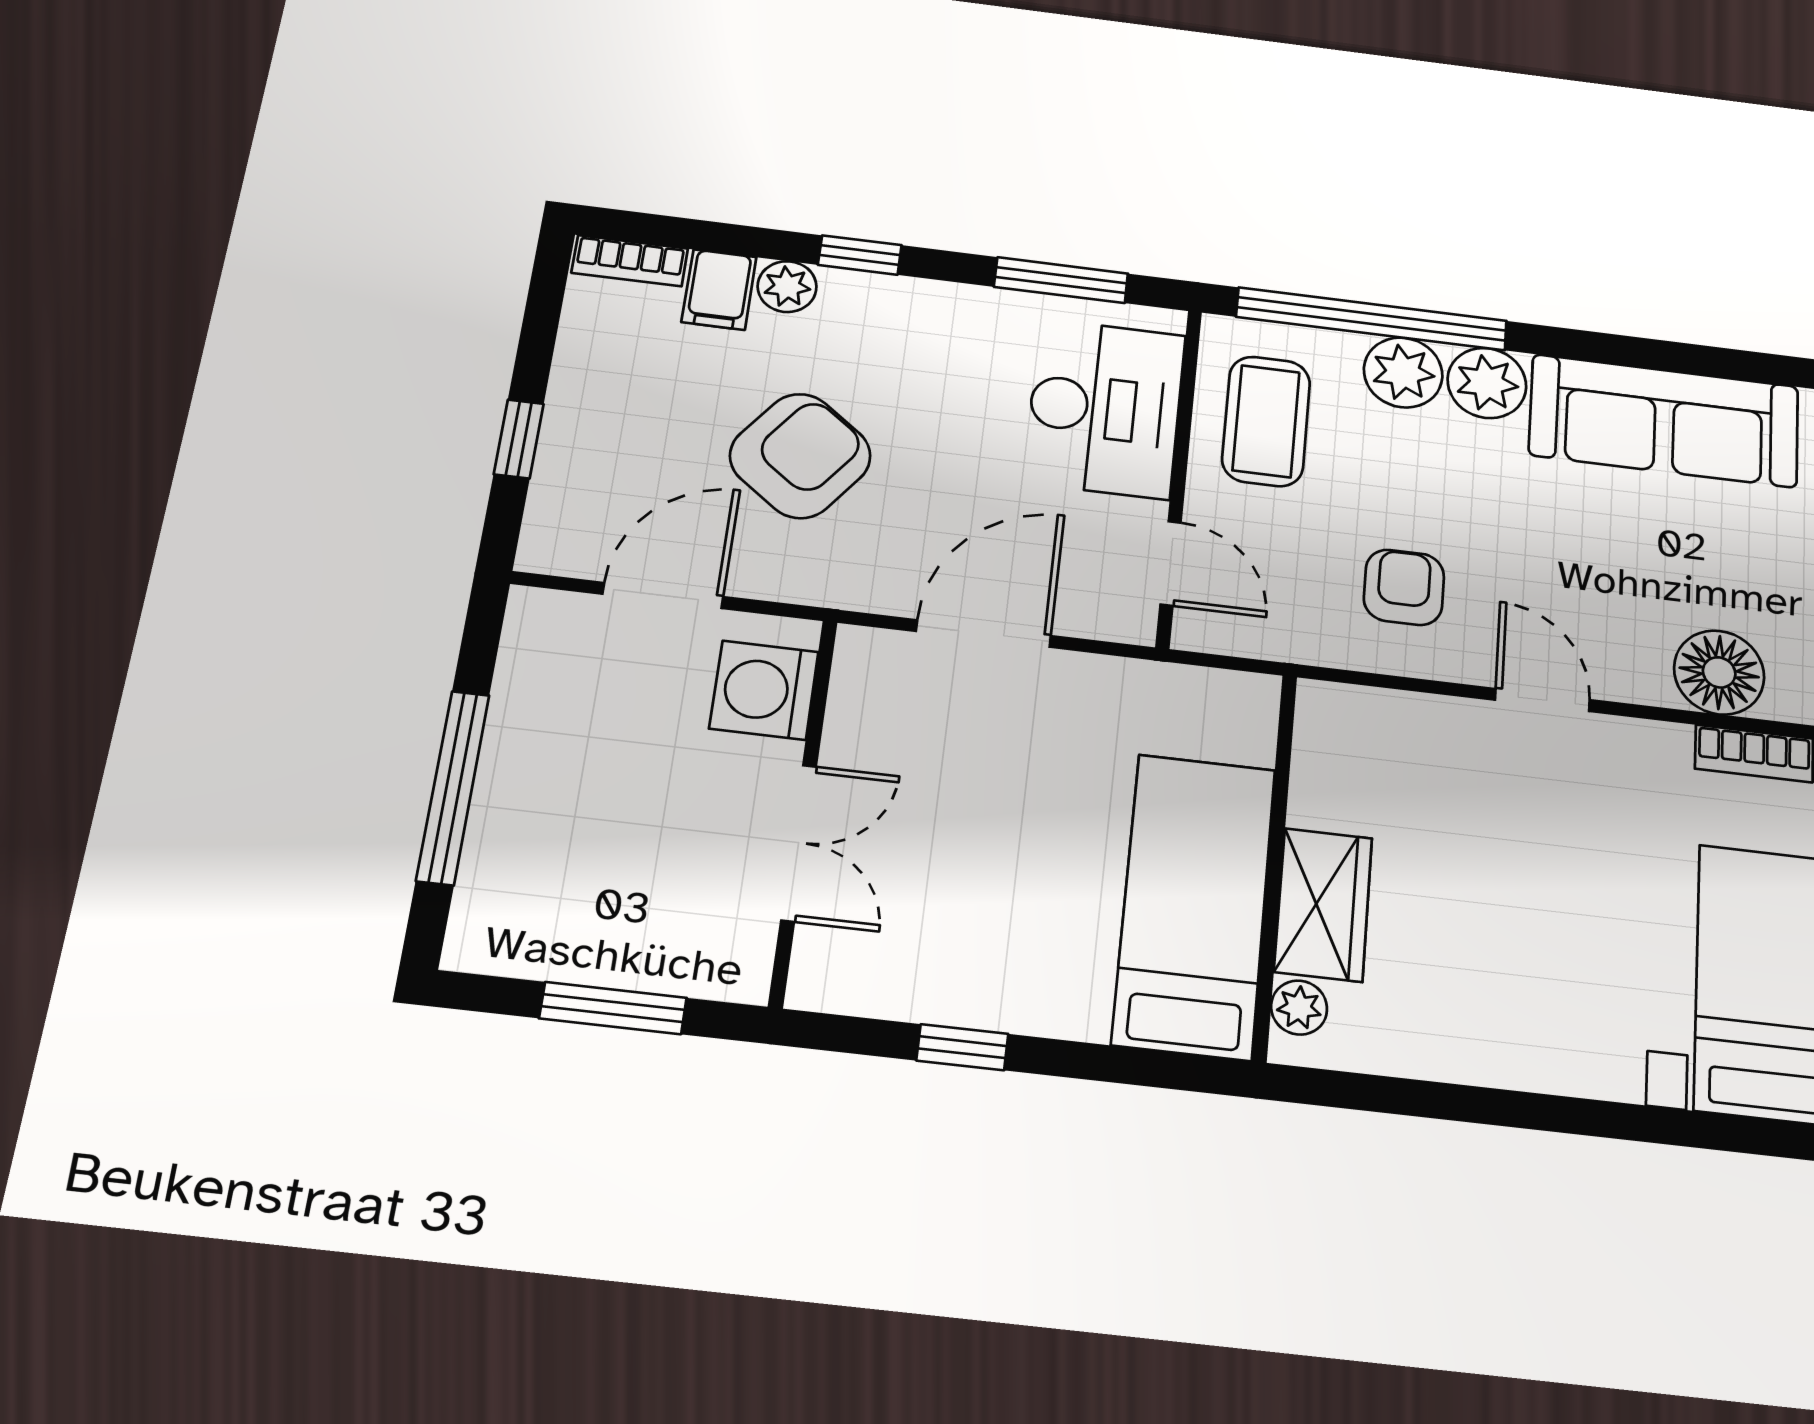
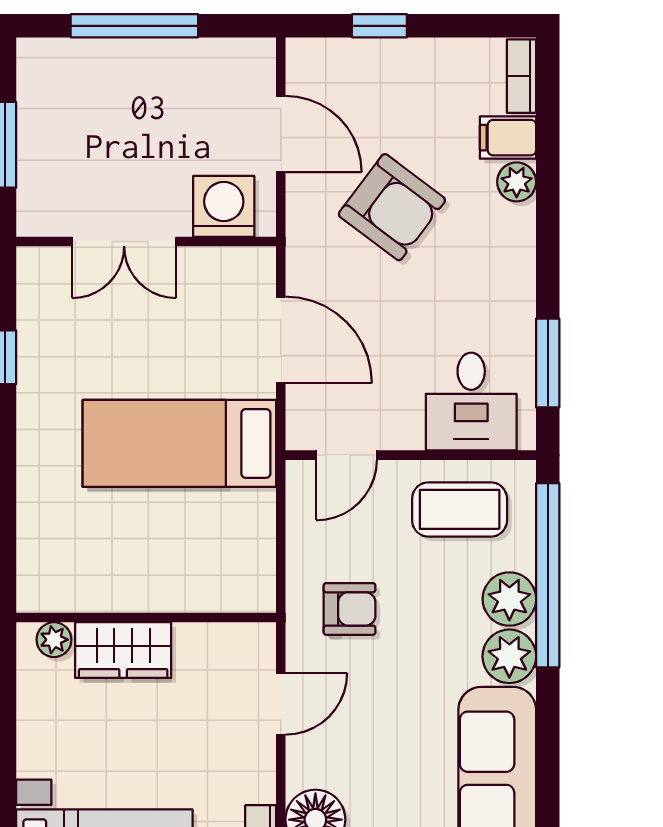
window: (860, 255) -> (548, 227), removed
desk: (1105, 408) -> (471, 402), width x0.73
wall: (1275, 864) -> (146, 618), moved
bed: (1194, 905) -> (179, 443), moved, turned 180
wardrobe: (1323, 905) -> (123, 650), moved
plant: (1299, 1008) -> (54, 640), moved

